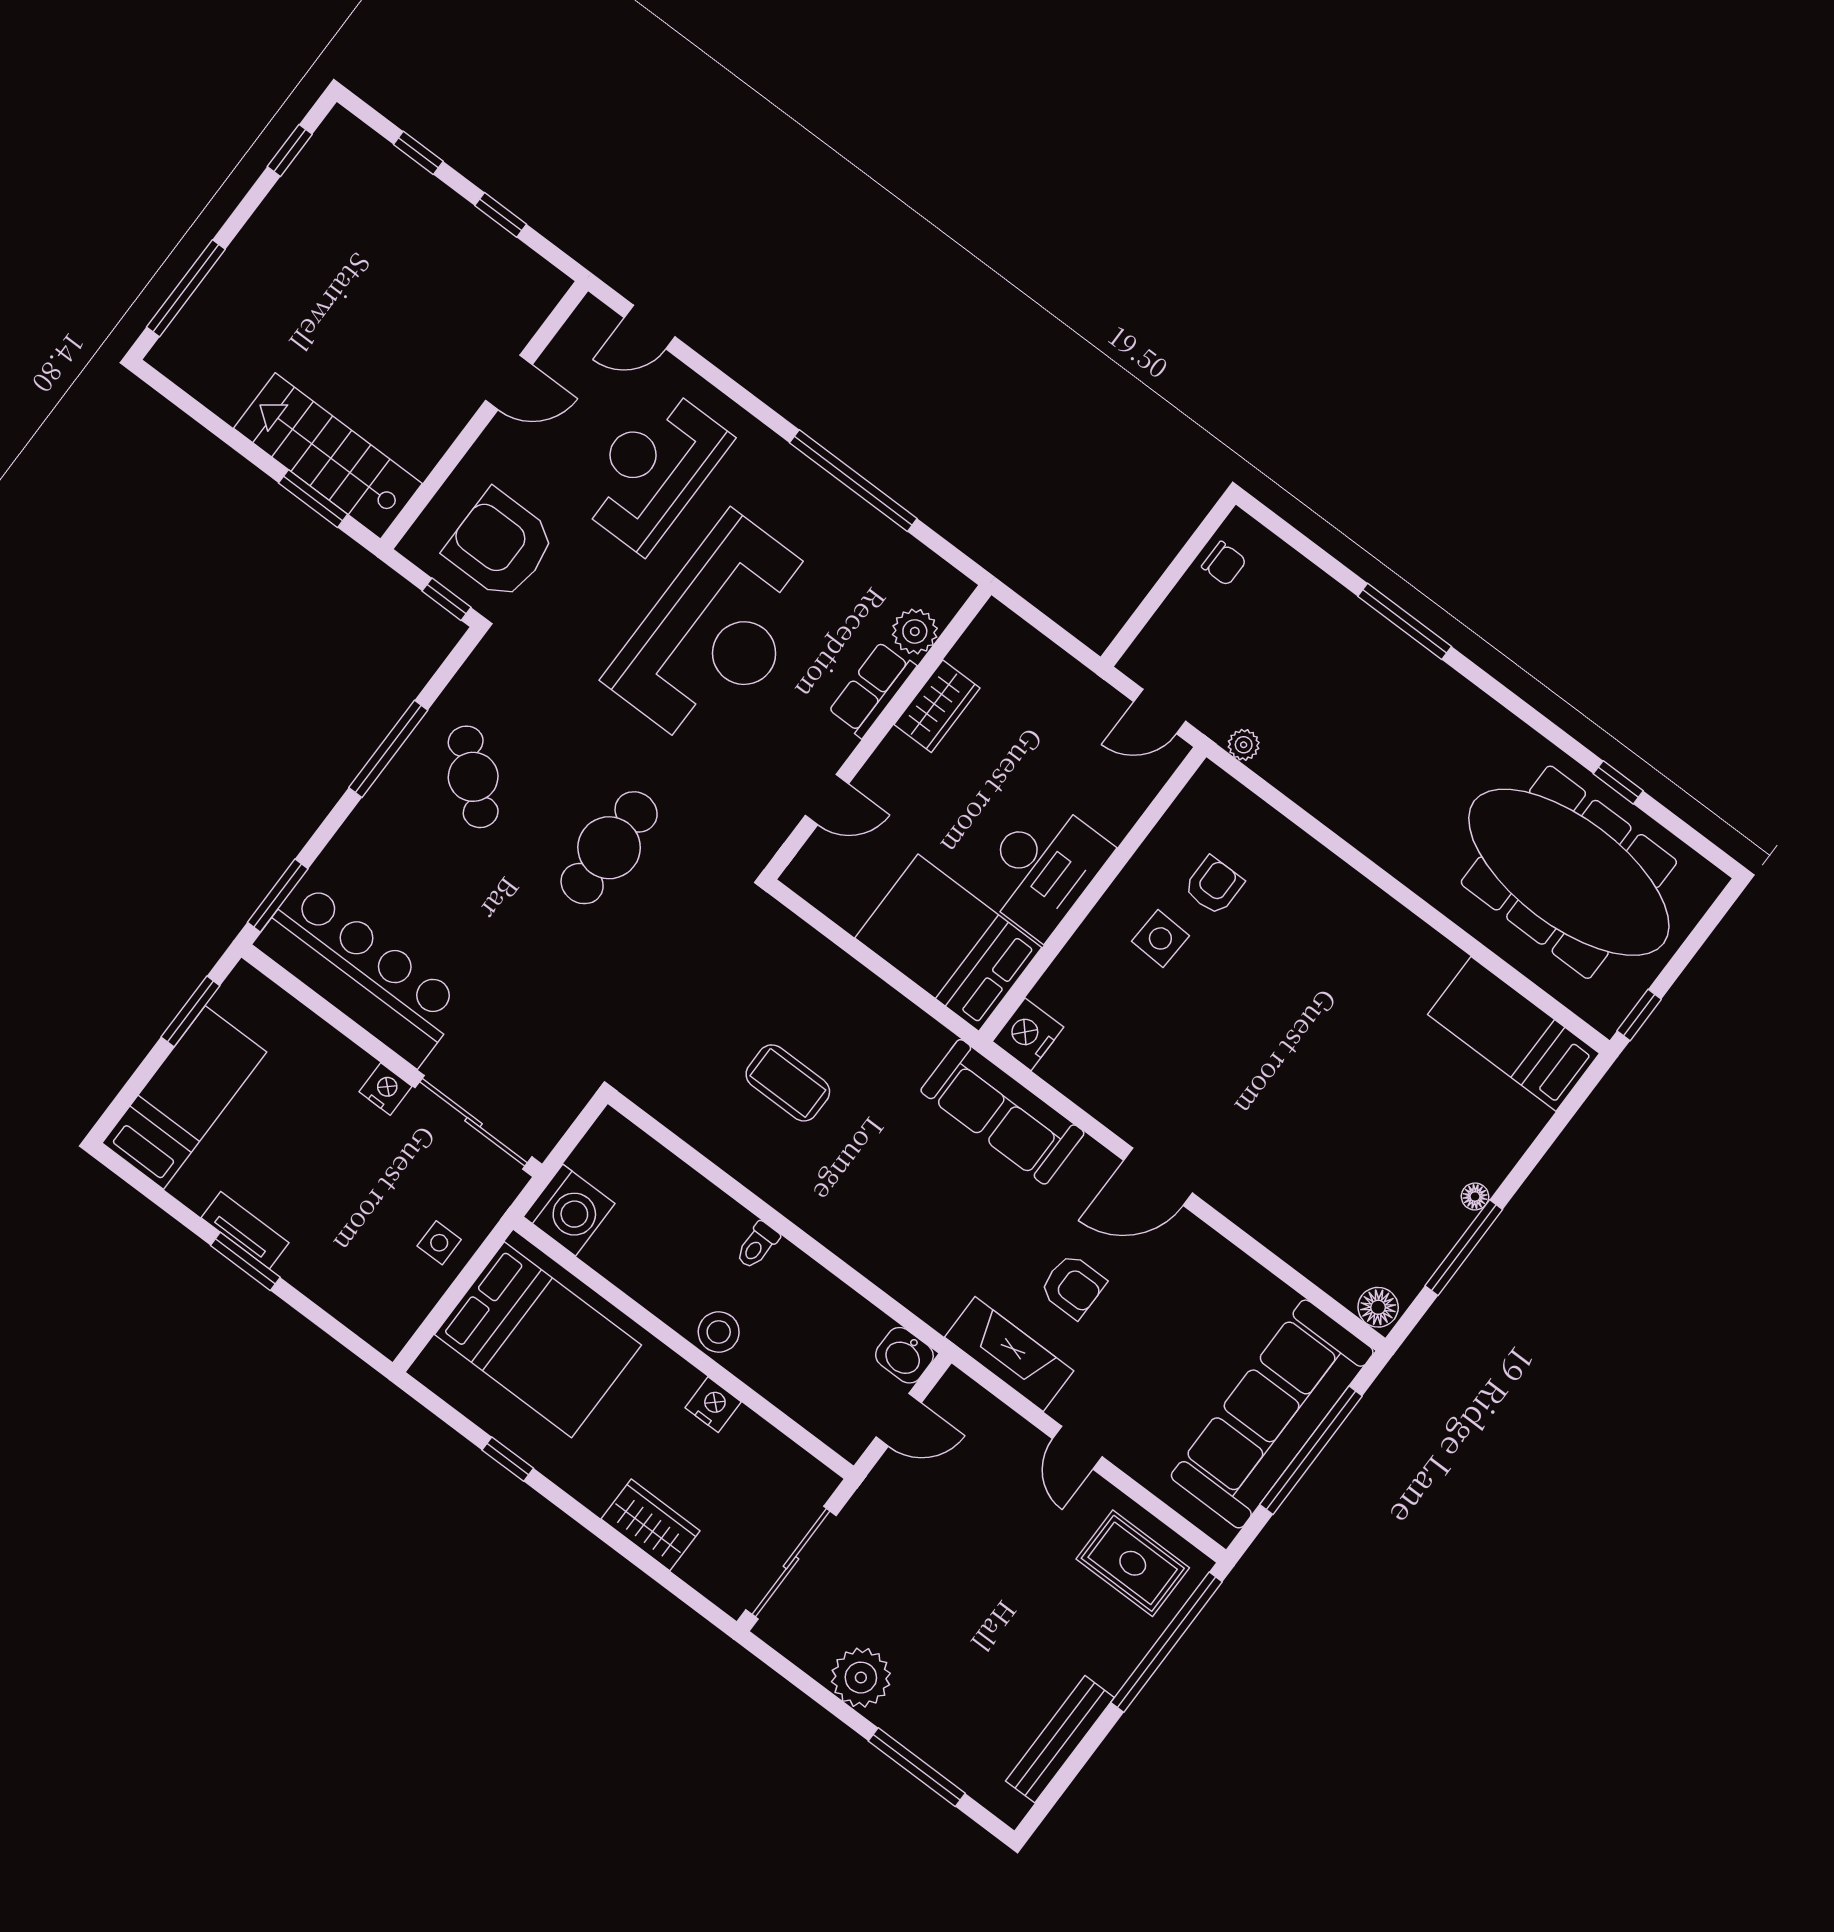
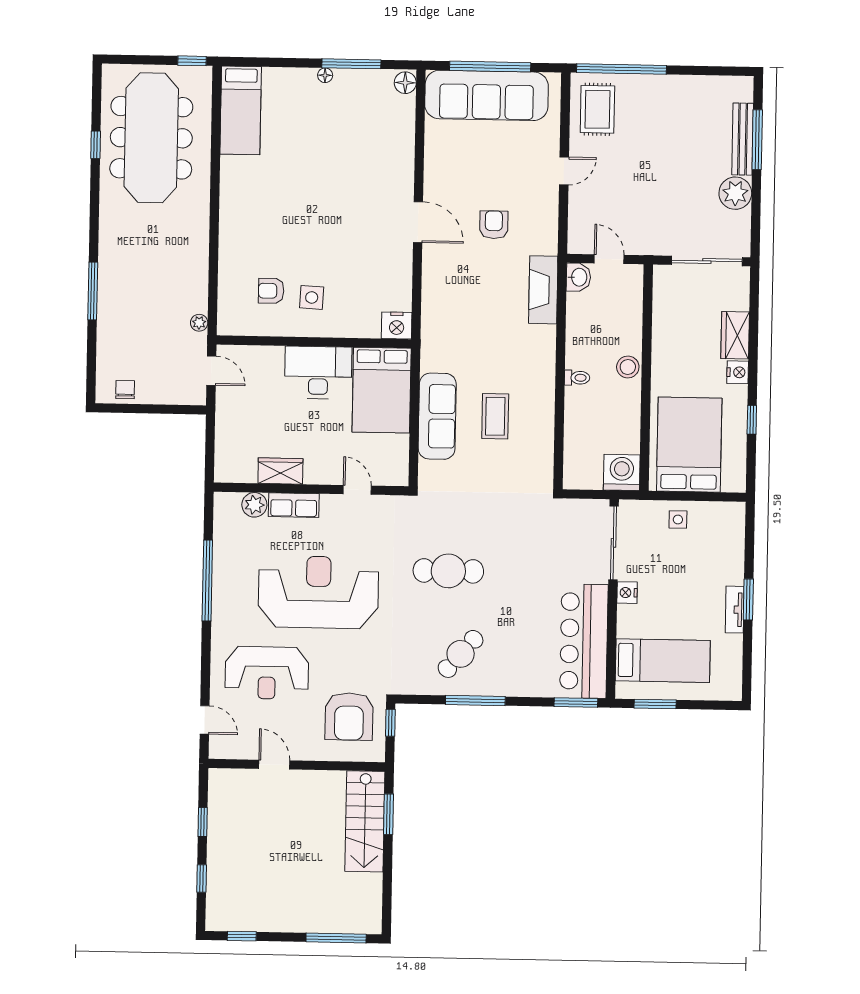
bed: (184, 1097) -> (663, 661), moved, turned 180
sofa: (1002, 1112) -> (437, 416), moved
fireplace: (1009, 1354) -> (543, 290), moved
nightstand: (713, 1405) -> (738, 372), moved, turned 180
bench: (1060, 1739) -> (743, 139), moved, turned 90

